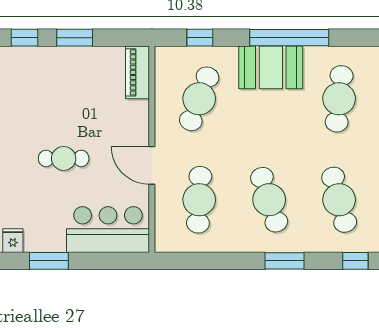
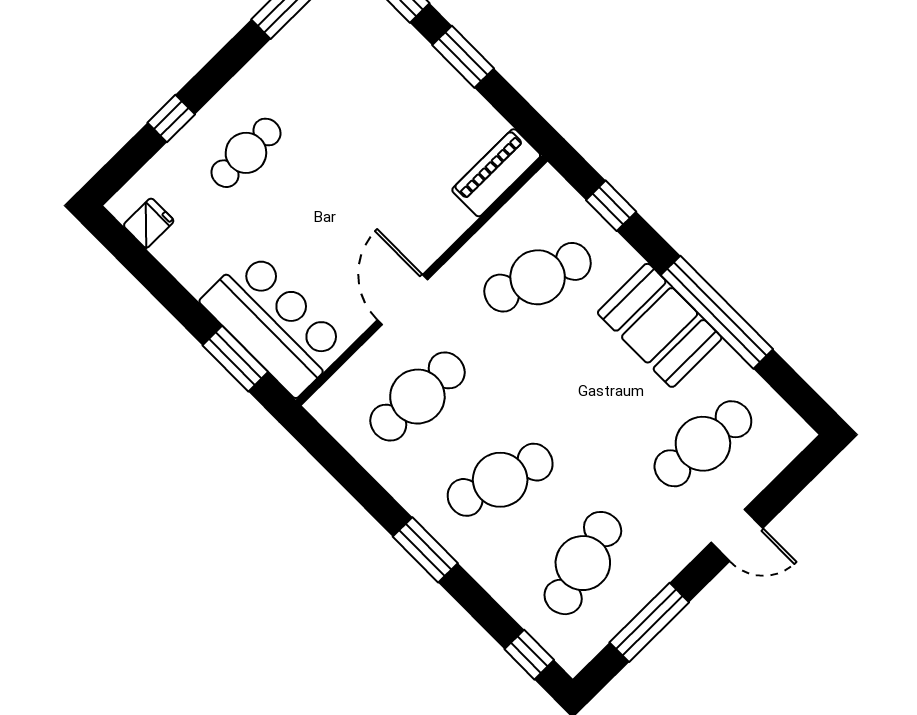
cafe table: (64, 158) -> (246, 153), moved, turned 90
cafe table: (269, 200) -> (500, 480), turned 36
window: (49, 261) -> (235, 359), moved
window: (284, 261) -> (425, 550), moved

